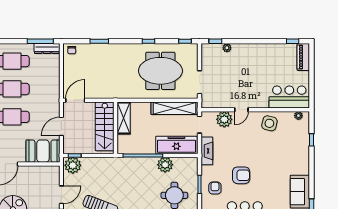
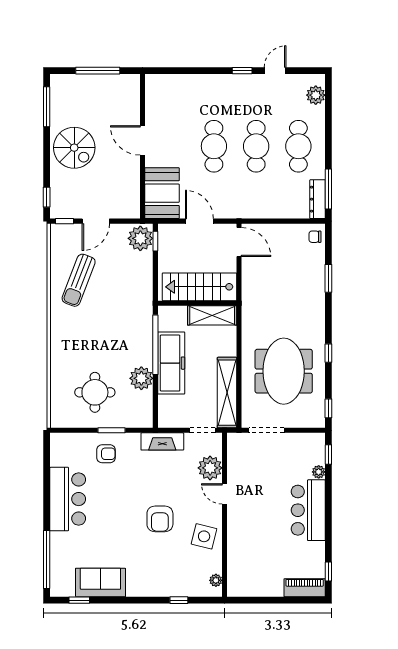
bar counter: (289, 97) -> (308, 510), moved, turned 180
freezer: (176, 145) -> (171, 363), moved
armchair: (241, 175) -> (160, 519), moved
door: (61, 195) -> (96, 221), hinge flipped

